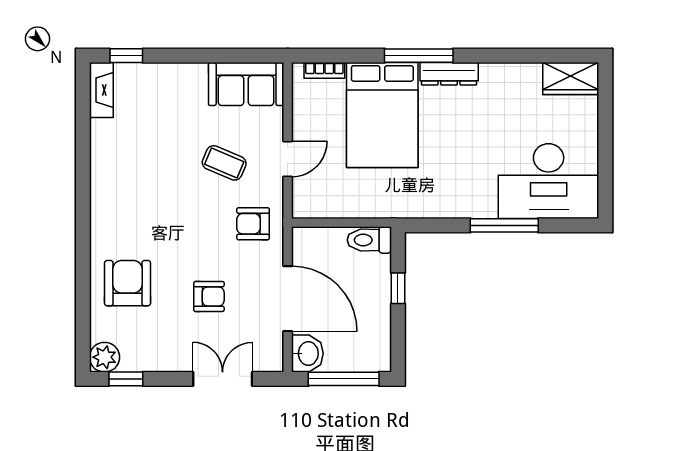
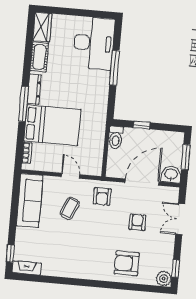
cot: (512, 78) -> (39, 57), added
sofa: (246, 84) -> (30, 200), width x1.36
window: (344, 379) -> (186, 157), width x0.69

